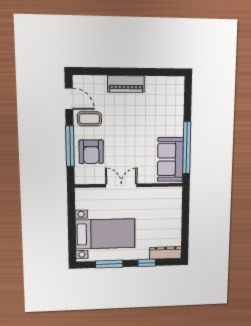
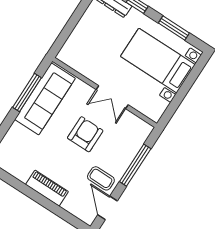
window: (187, 148) -> (27, 92), width x0.68
armchair: (91, 152) -> (85, 134), moved
sofa: (170, 159) -> (45, 99), width x1.36

